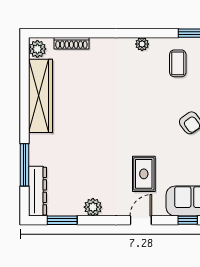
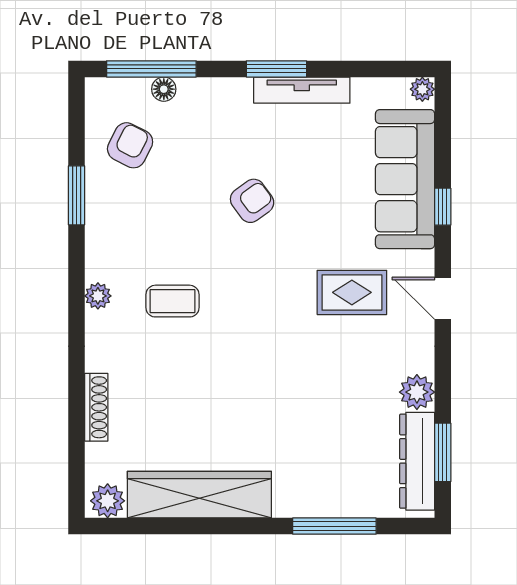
shoe rack: (71, 43) -> (96, 407), moved
coffee table: (178, 63) -> (172, 301), moved
dresser: (37, 191) -> (417, 461), moved, turned -90

